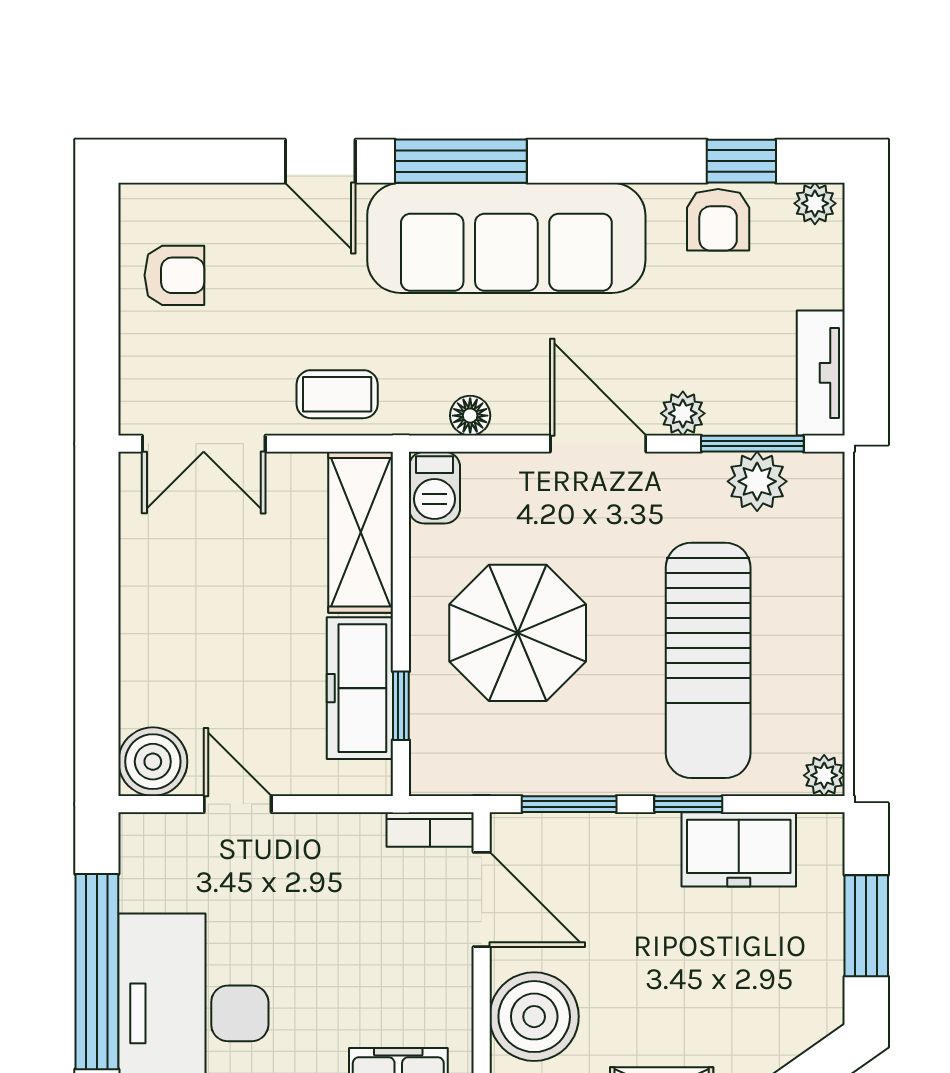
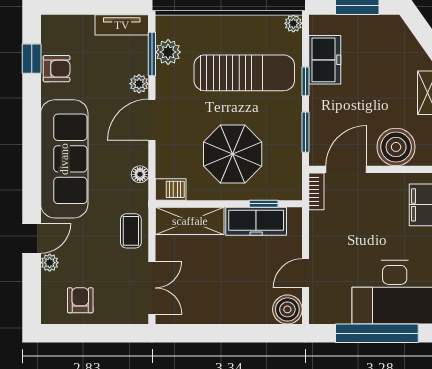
window: (461, 161) -> (32, 178), removed
plant: (815, 203) -> (50, 263), moved

